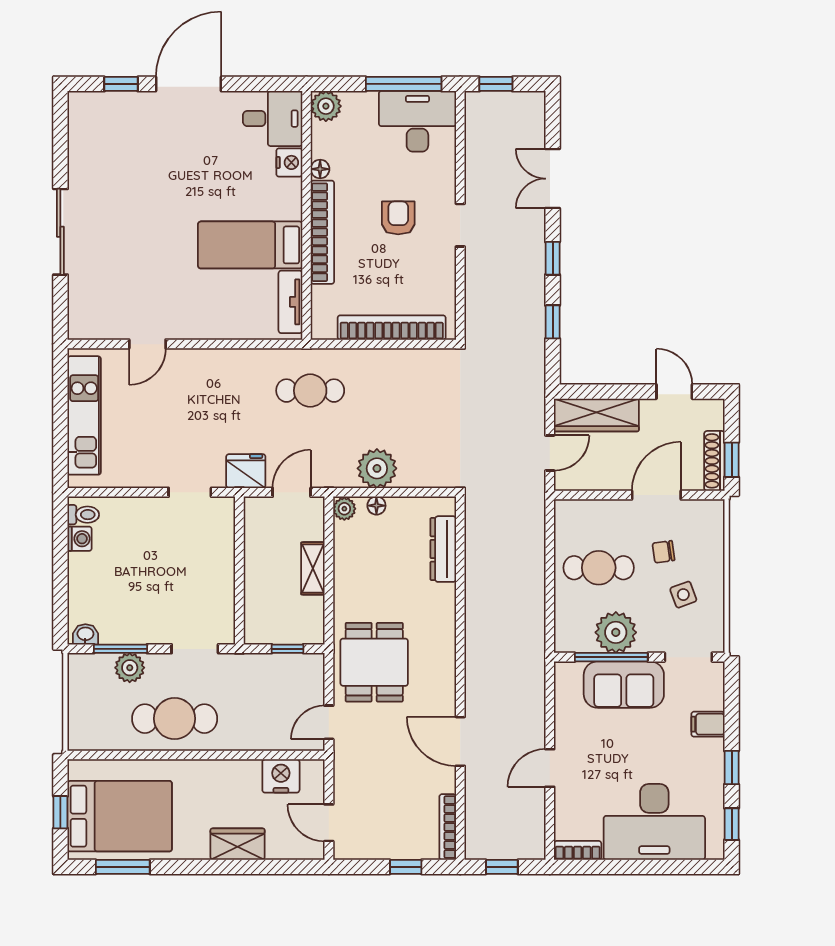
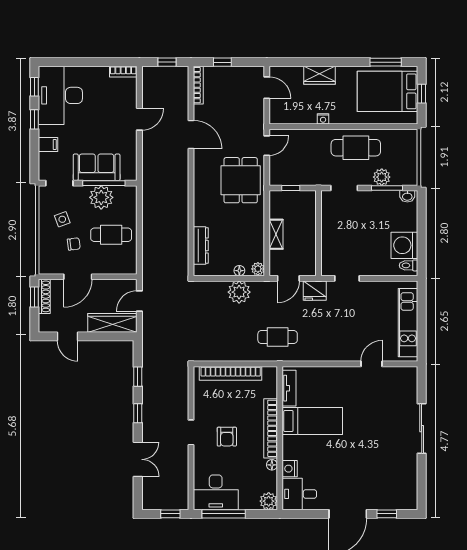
washing machine: (80, 539) -> (404, 245), width x1.89, depth x1.89
nightstand: (281, 776) -> (323, 119), moved, width x0.53, depth x0.56
desk: (654, 822) -> (60, 95), moved, turned -90

